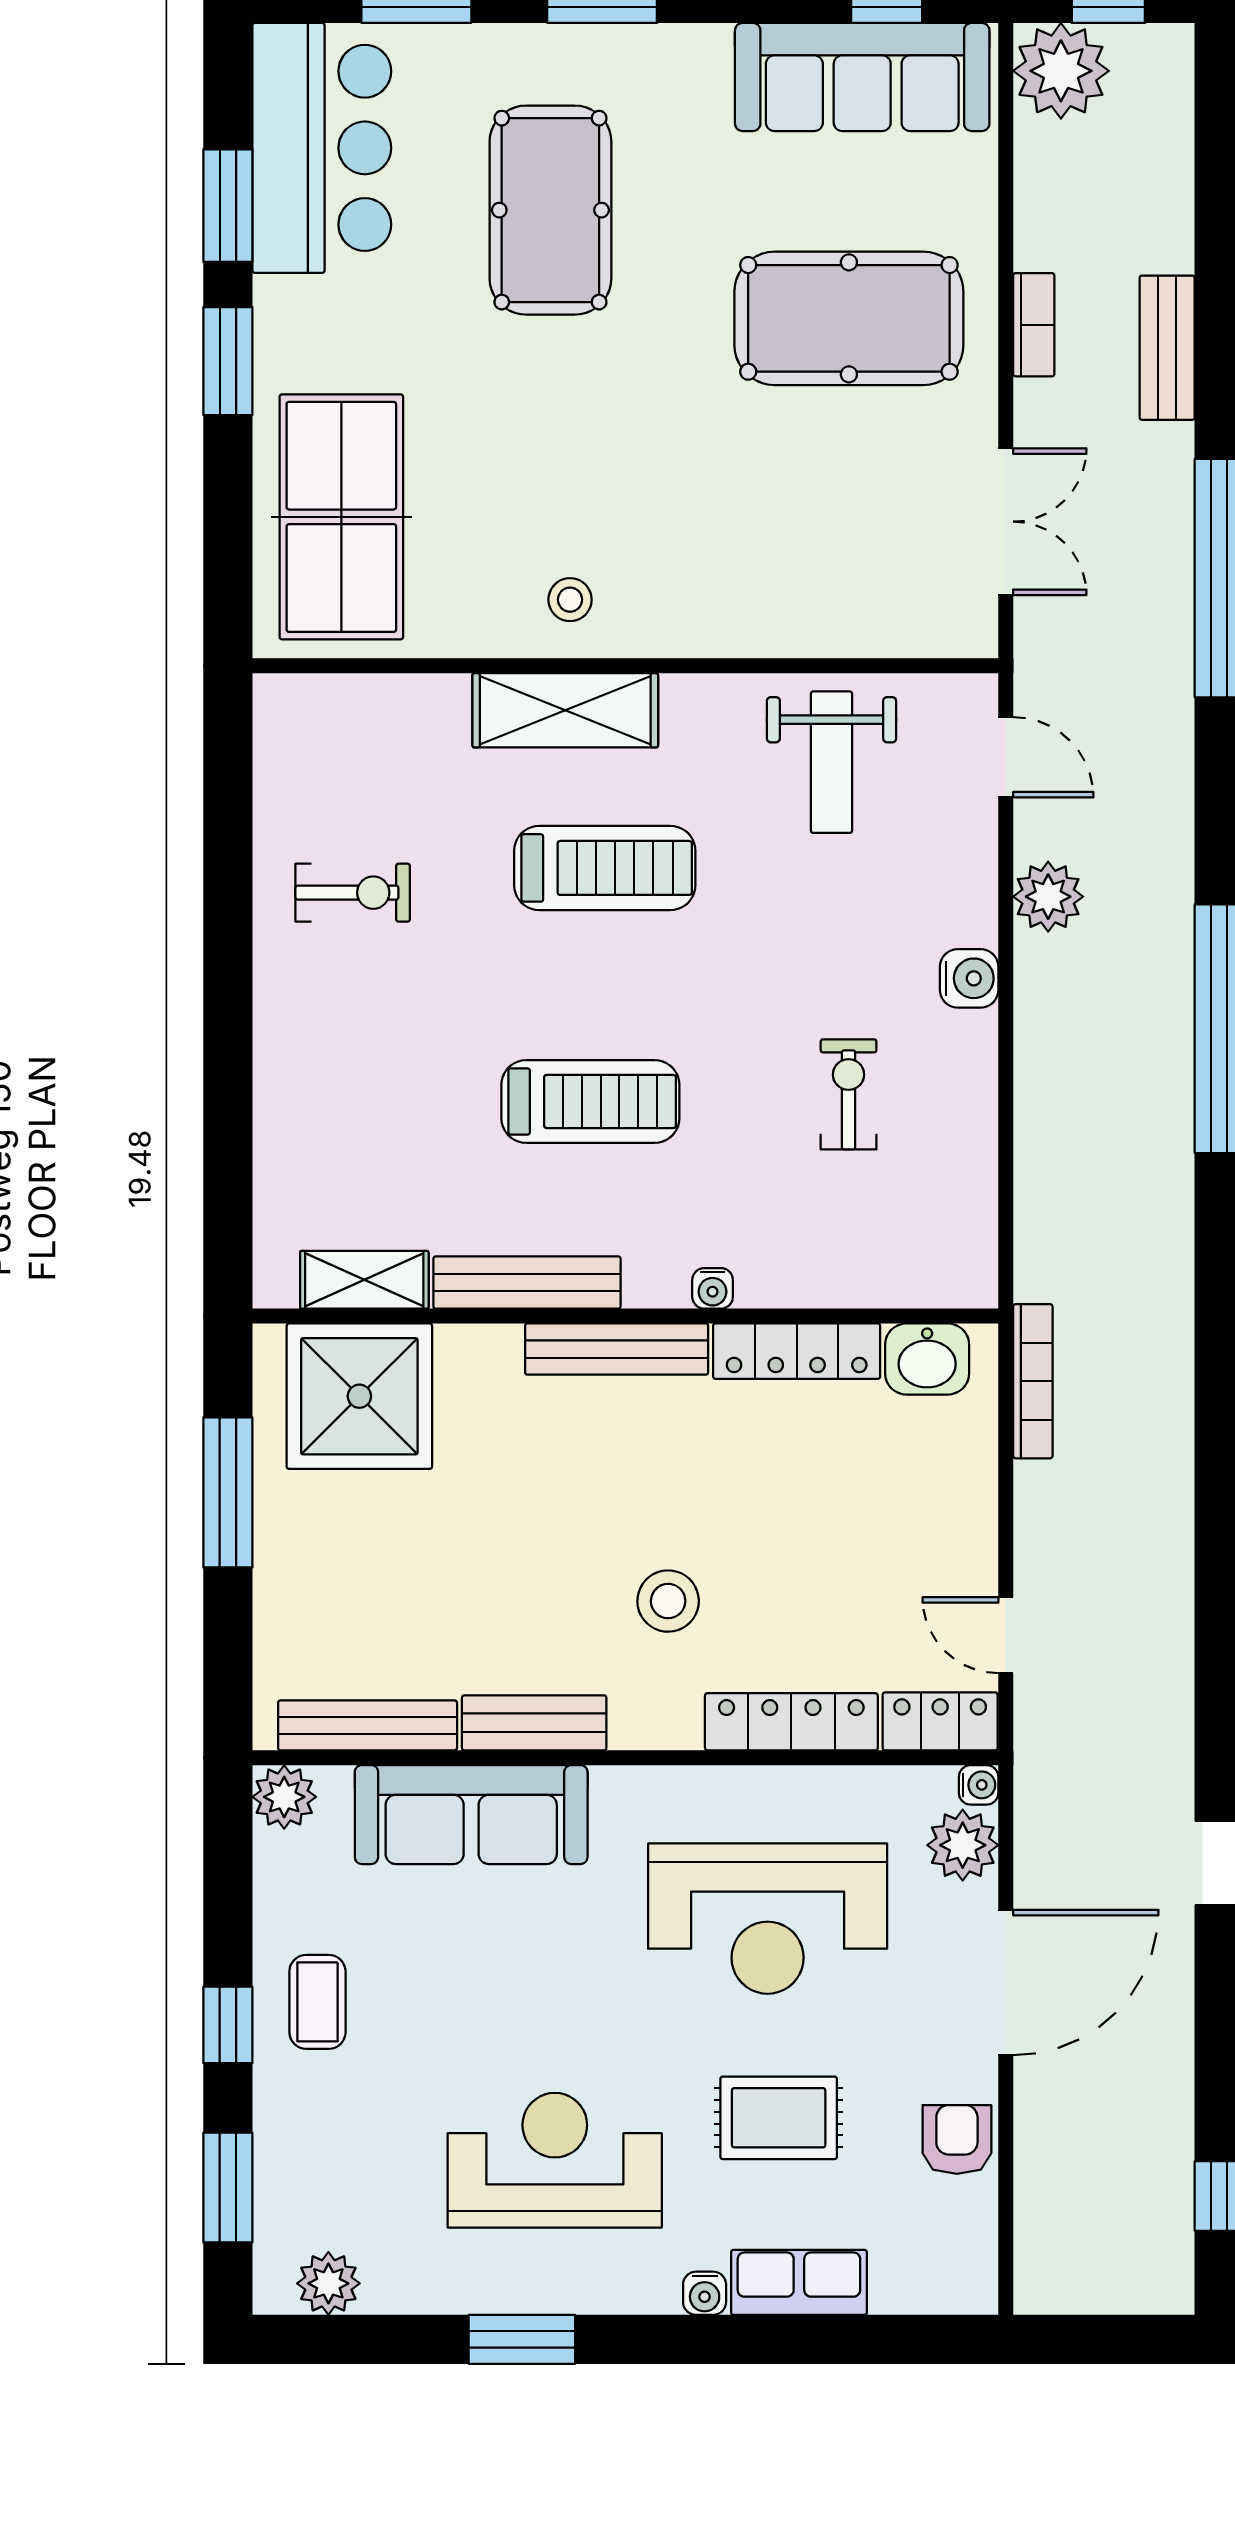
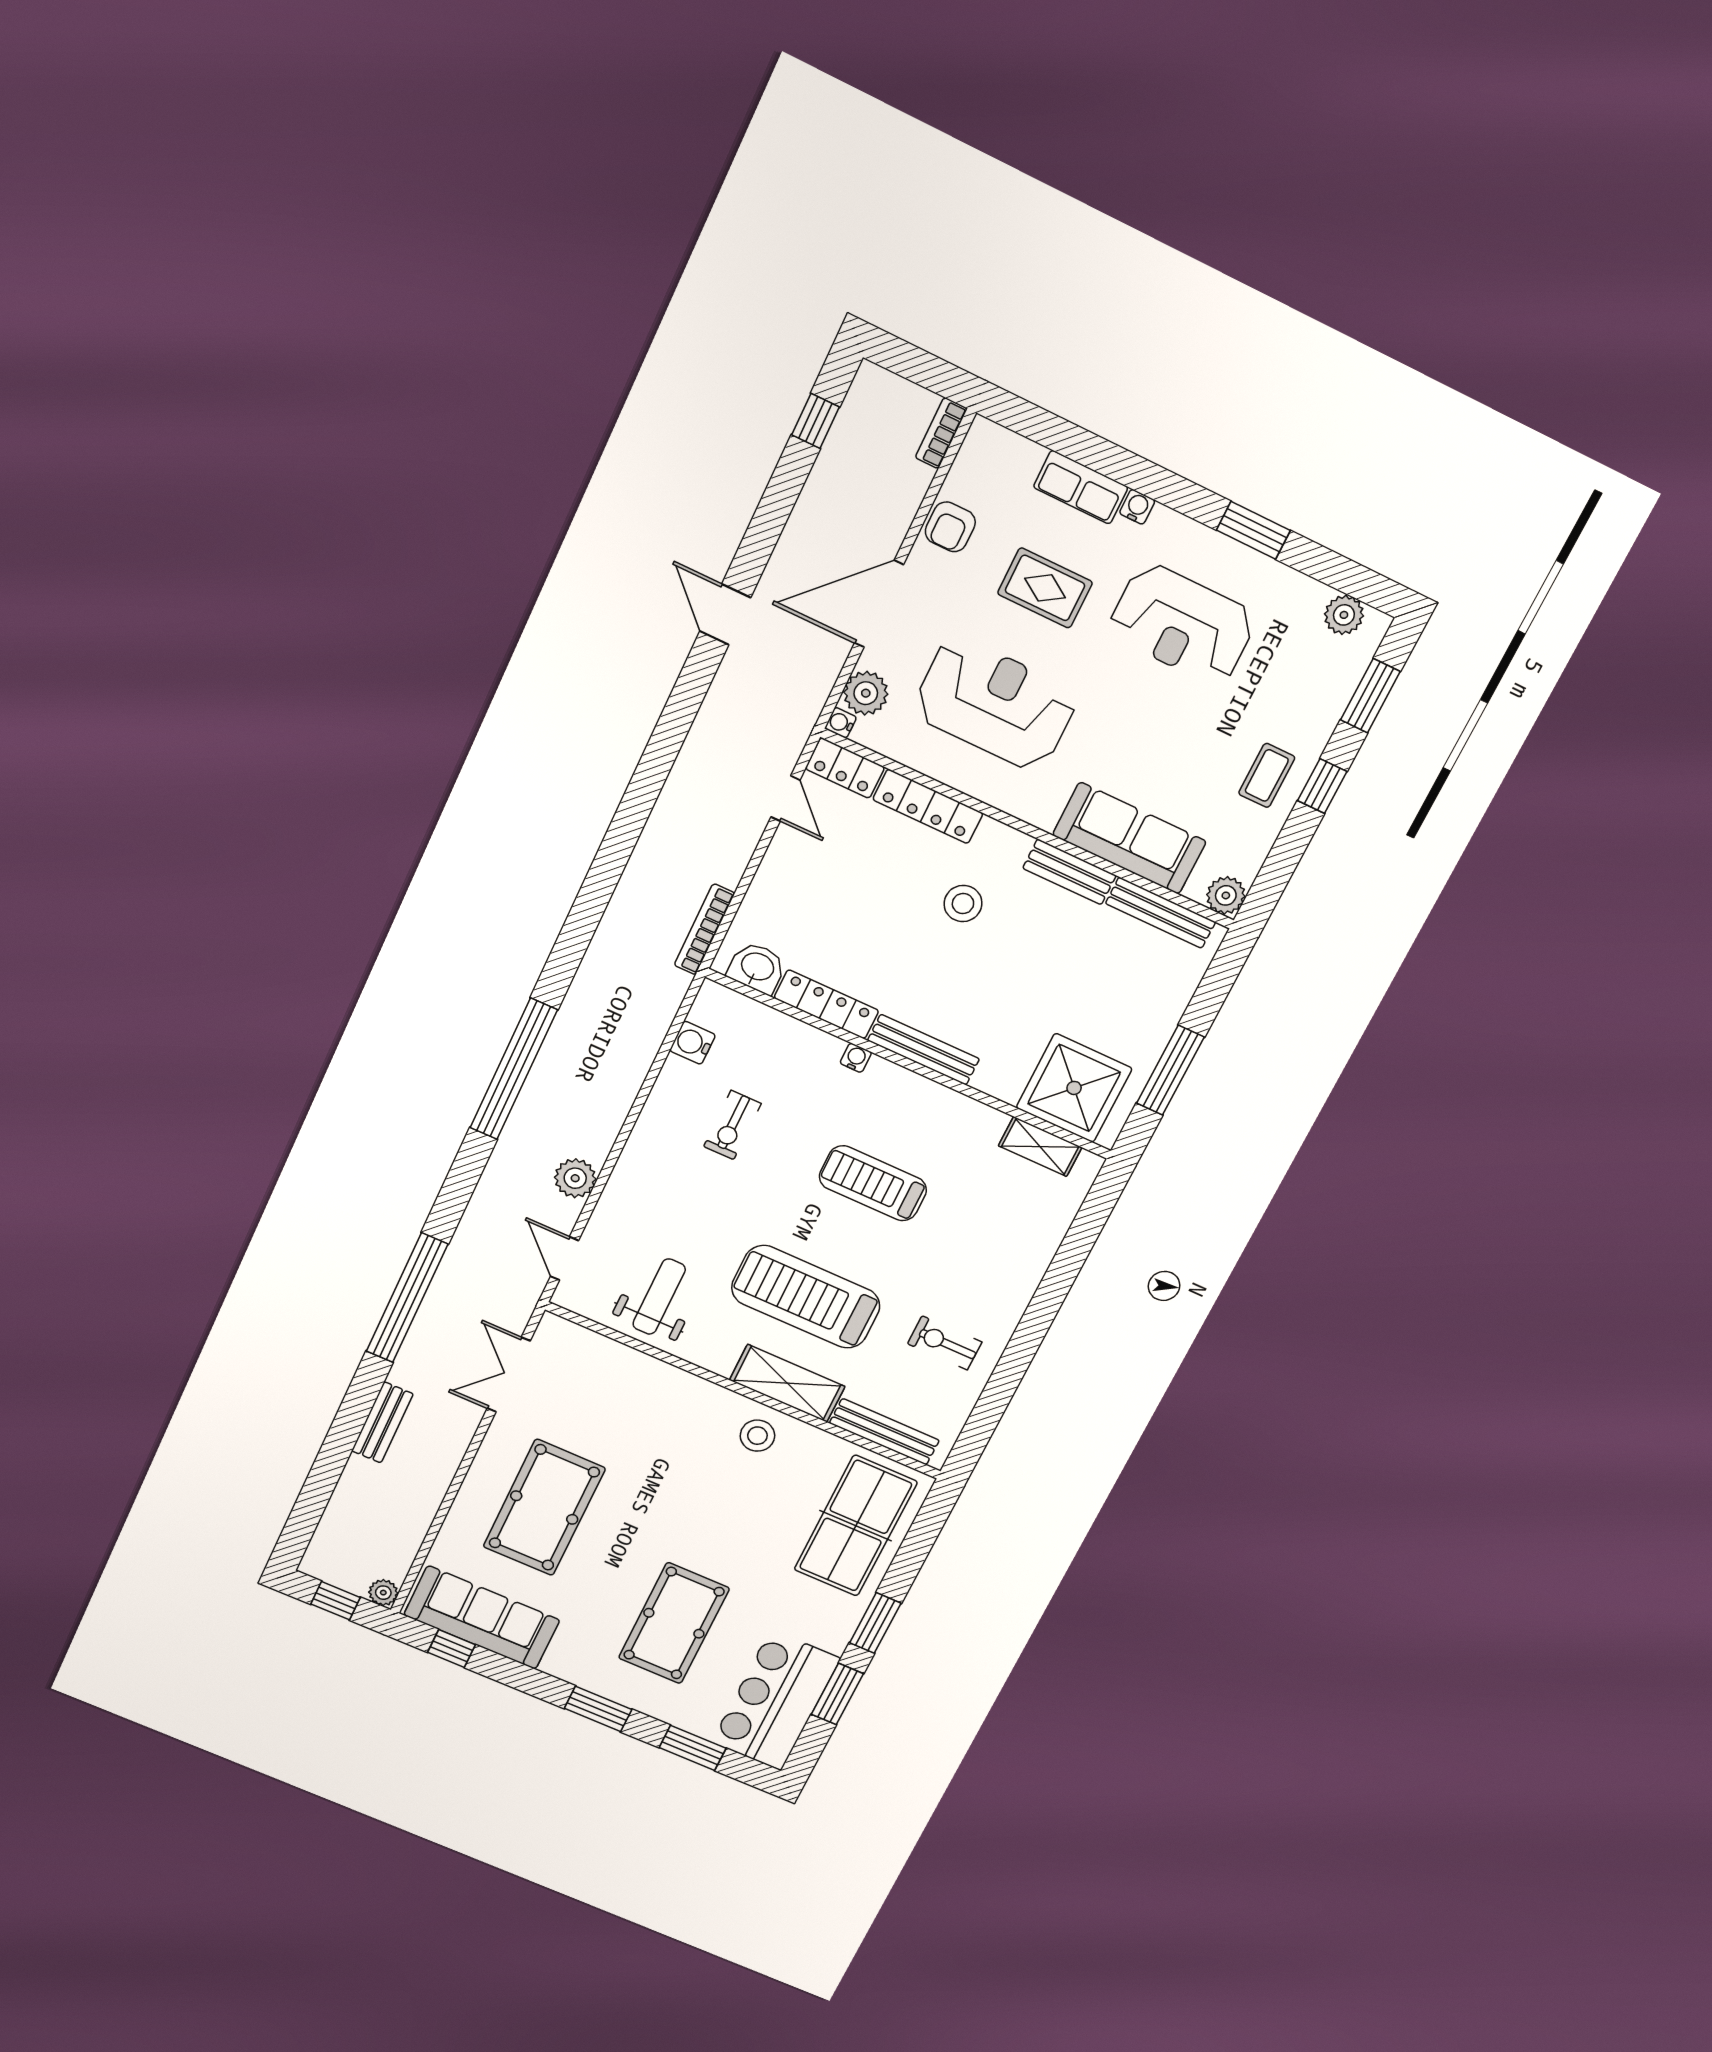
plant: (1061, 71) -> (383, 1593), width x0.53, depth x0.53
pool table: (849, 318) -> (544, 1508), turned 90
bookcase: (1034, 325) -> (941, 433), moved
stool: (570, 600) -> (757, 1436), width x1.37, depth x1.37
treadmill: (605, 868) -> (806, 1297), width x1.37, depth x1.38
water cooler: (969, 978) -> (693, 1043), moved
bench: (527, 1283) -> (884, 1432), moved

